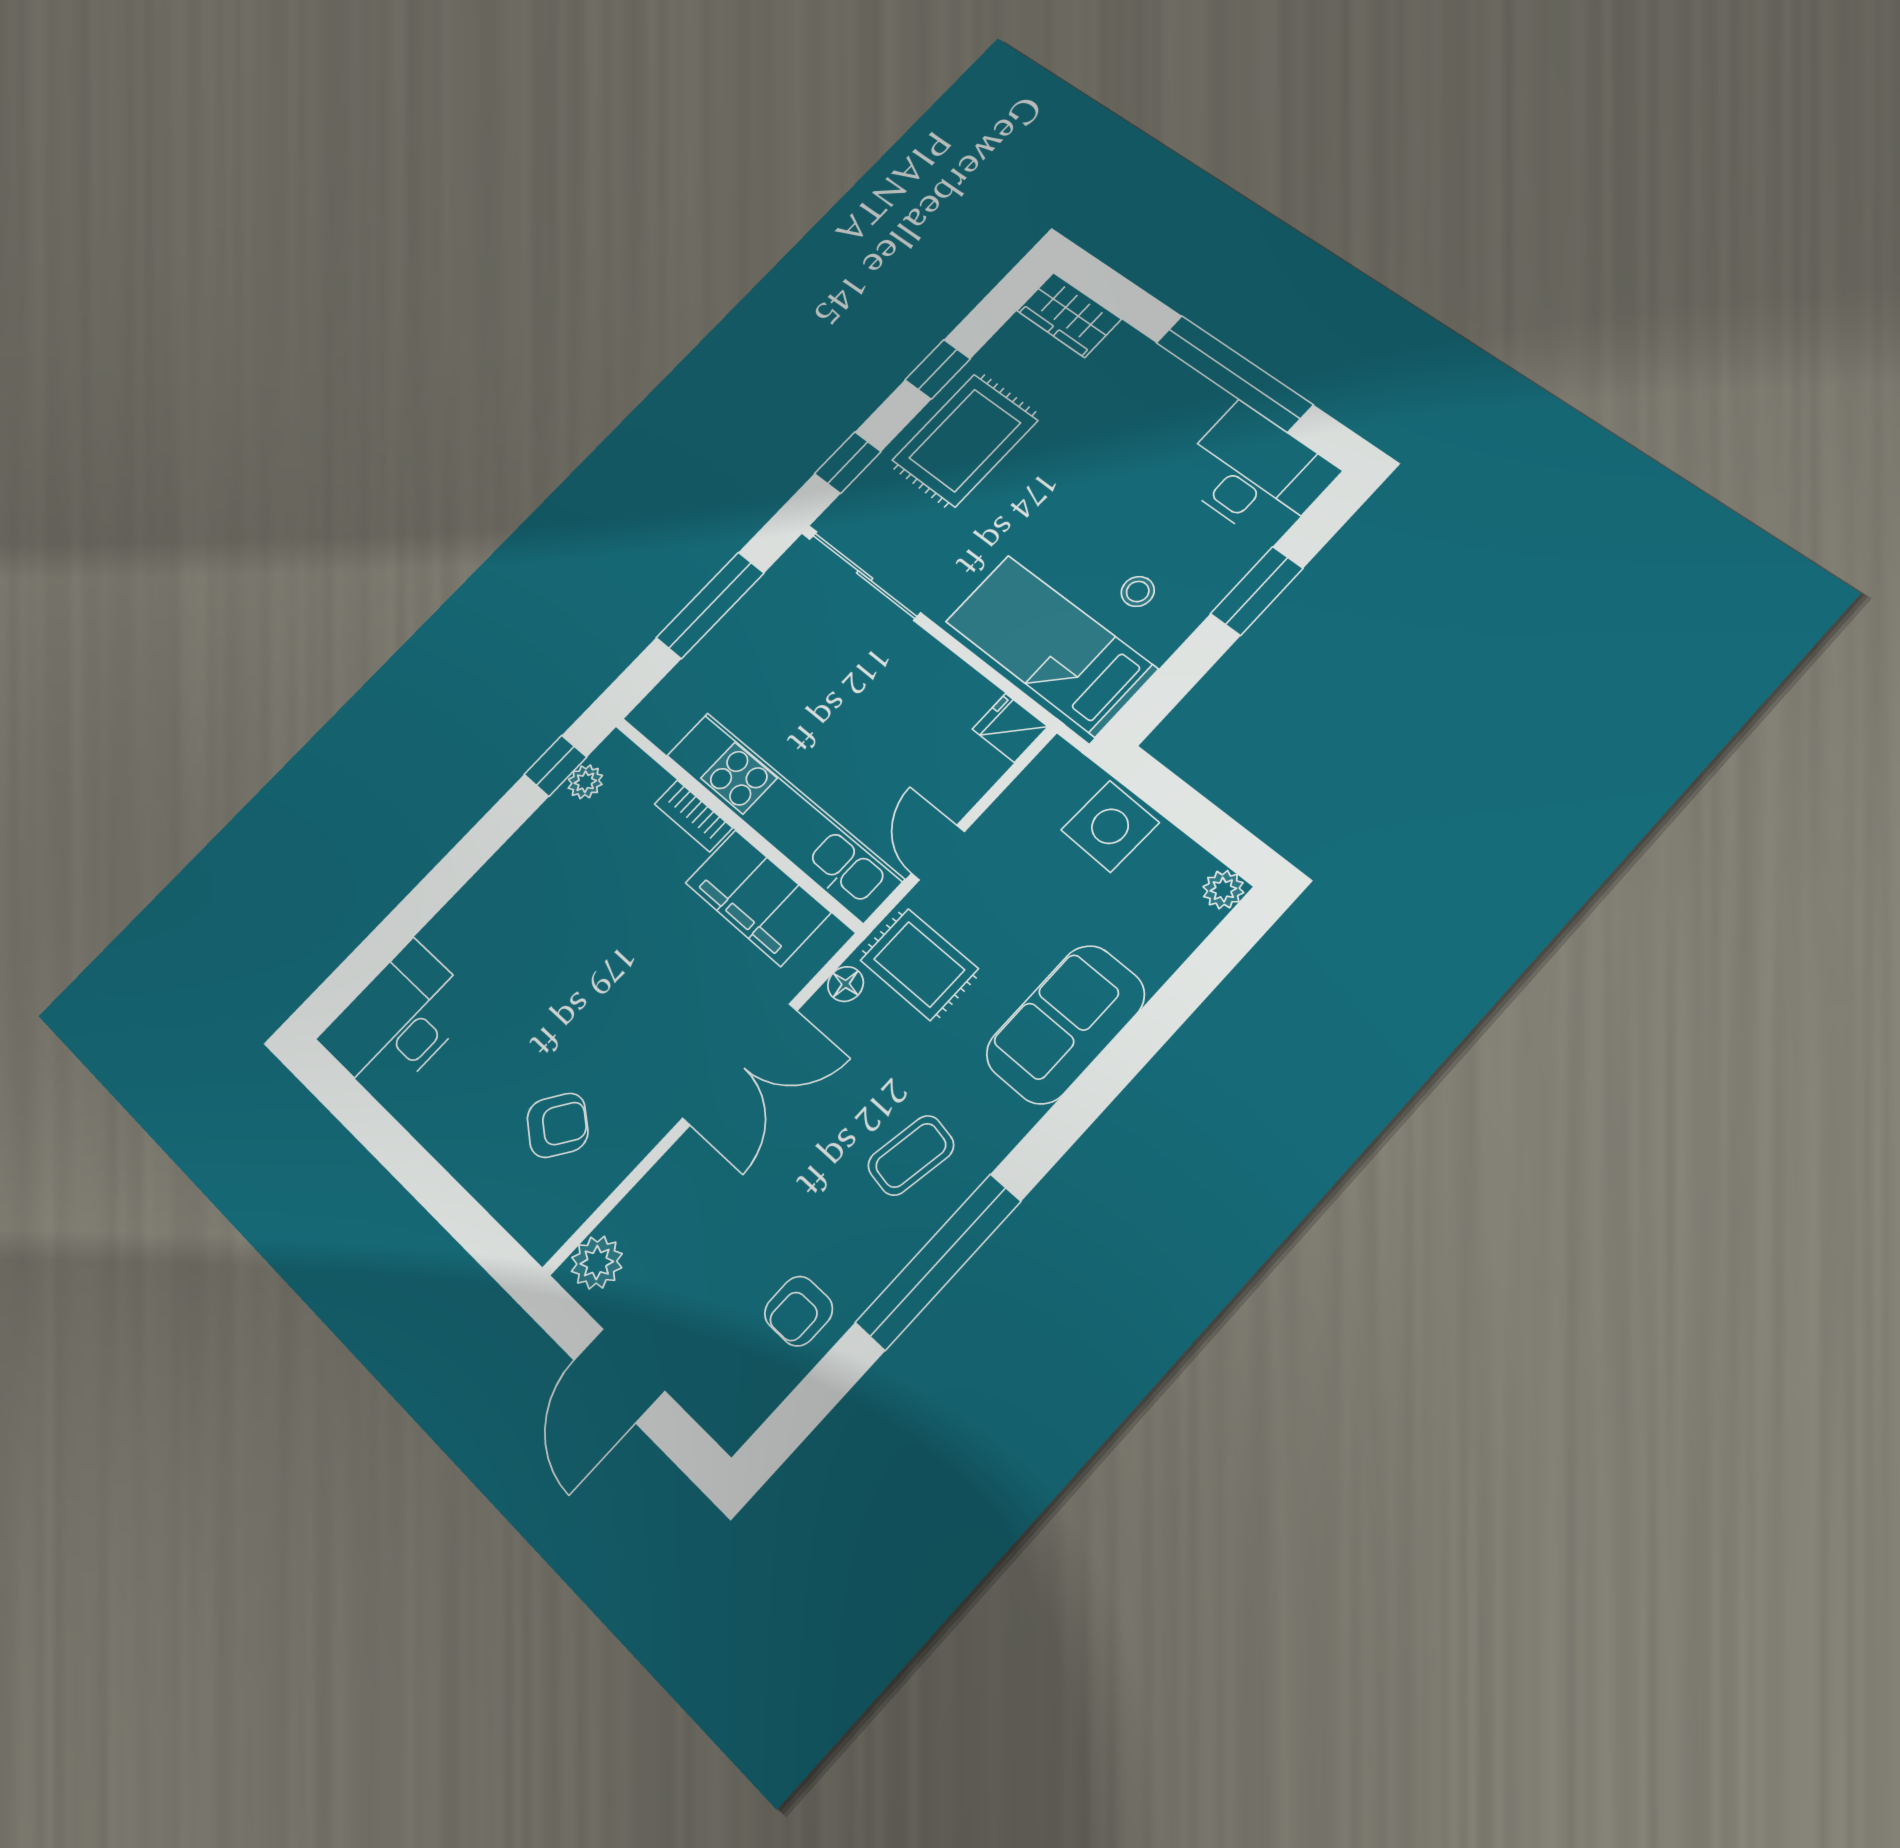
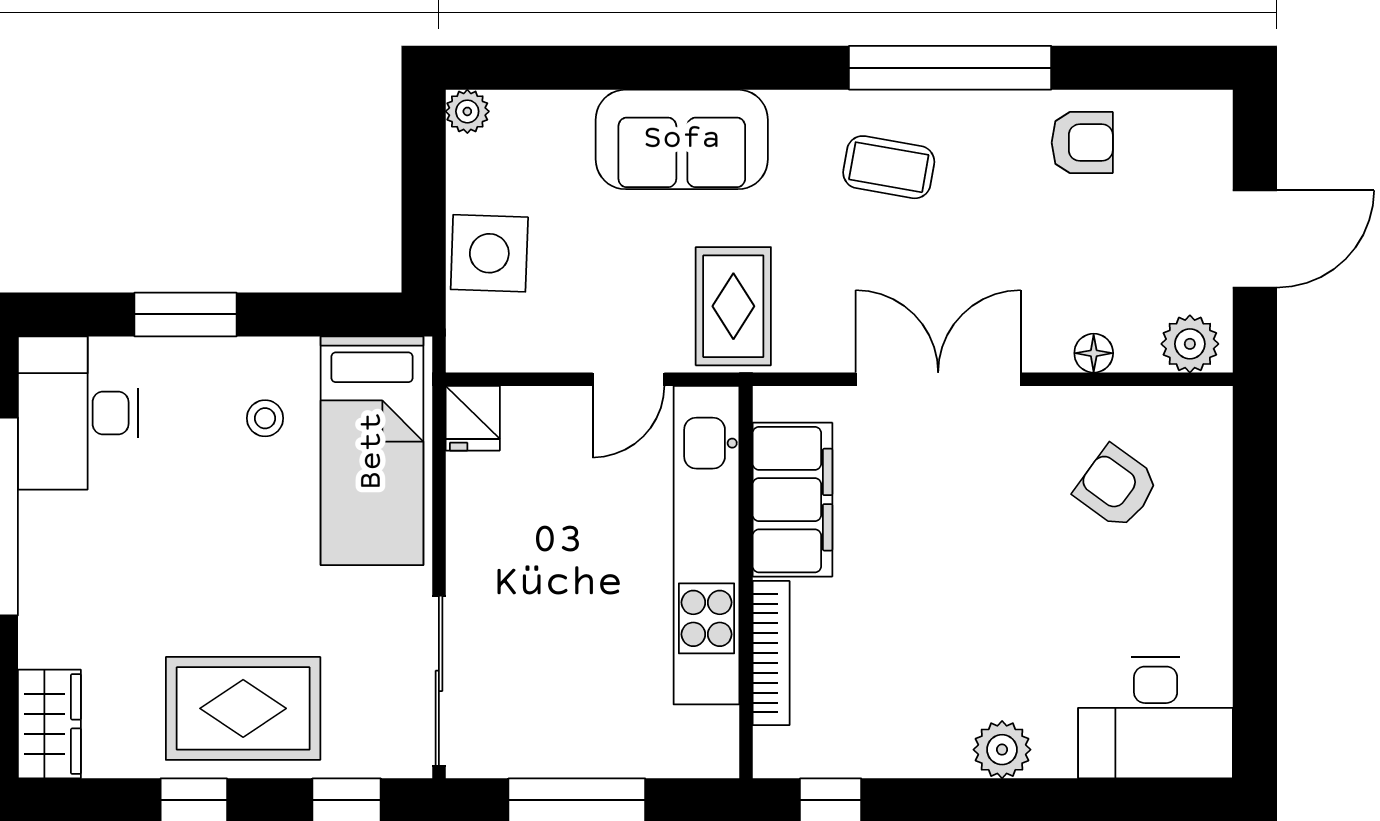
plant: (585, 782) -> (1002, 750), moved, width x1.38, depth x1.38
bookcase: (693, 816) -> (771, 653), width x1.56
floor lamp: (846, 984) -> (1094, 353), moved

